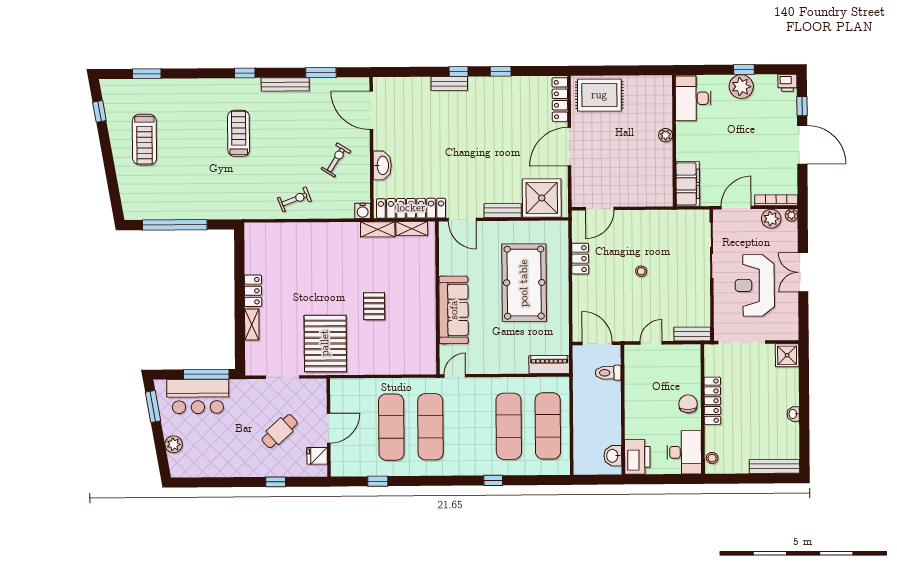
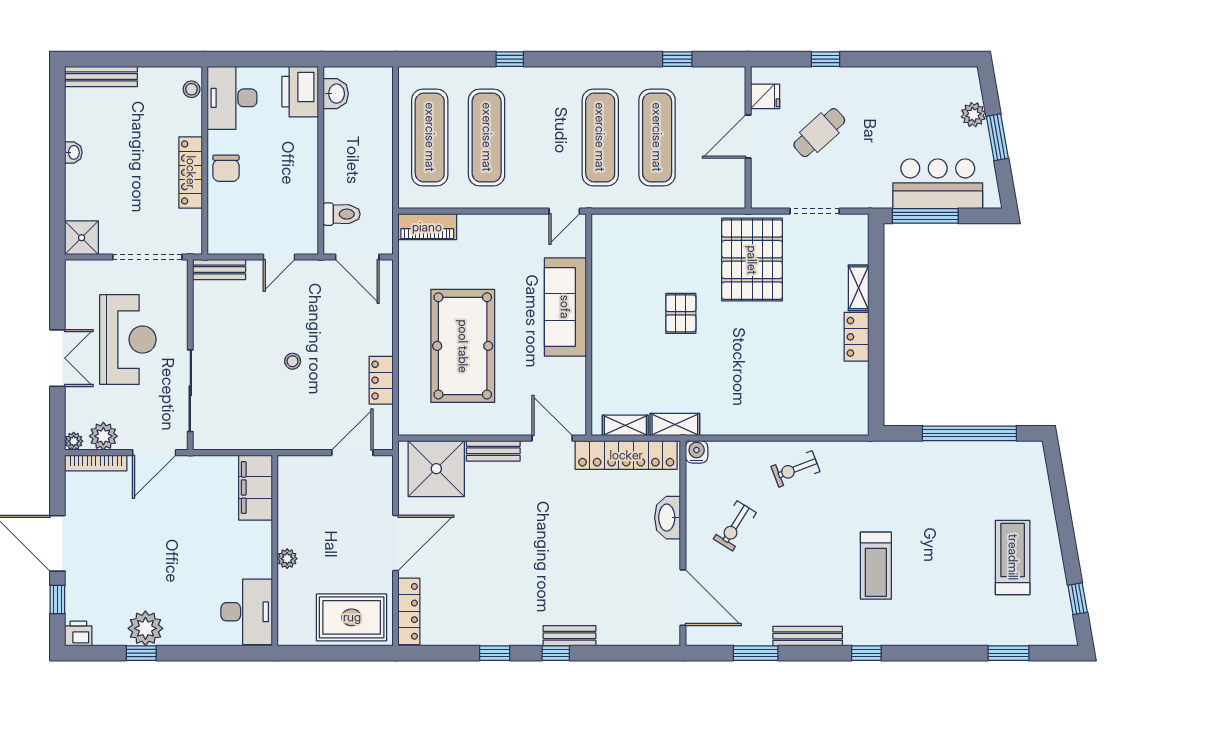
desk: (693, 98) -> (247, 612), moved
plant: (666, 135) -> (287, 559), moved
wall: (674, 141) -> (275, 550), moved
filing cabinet: (688, 184) -> (256, 488), moved
window: (153, 406) -> (997, 137), moved

